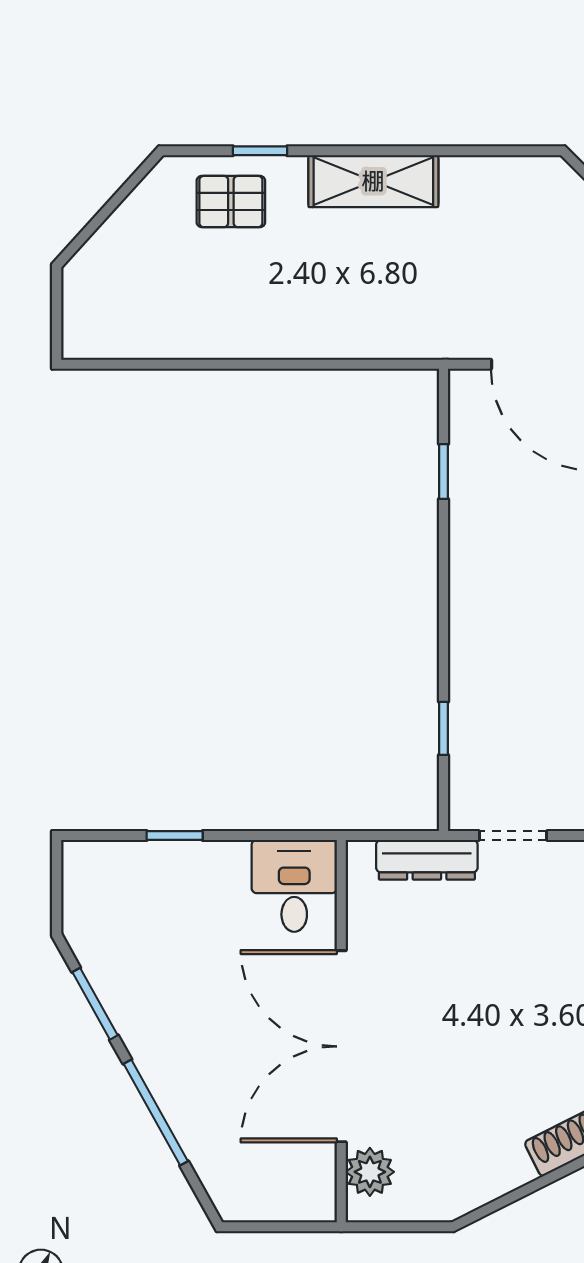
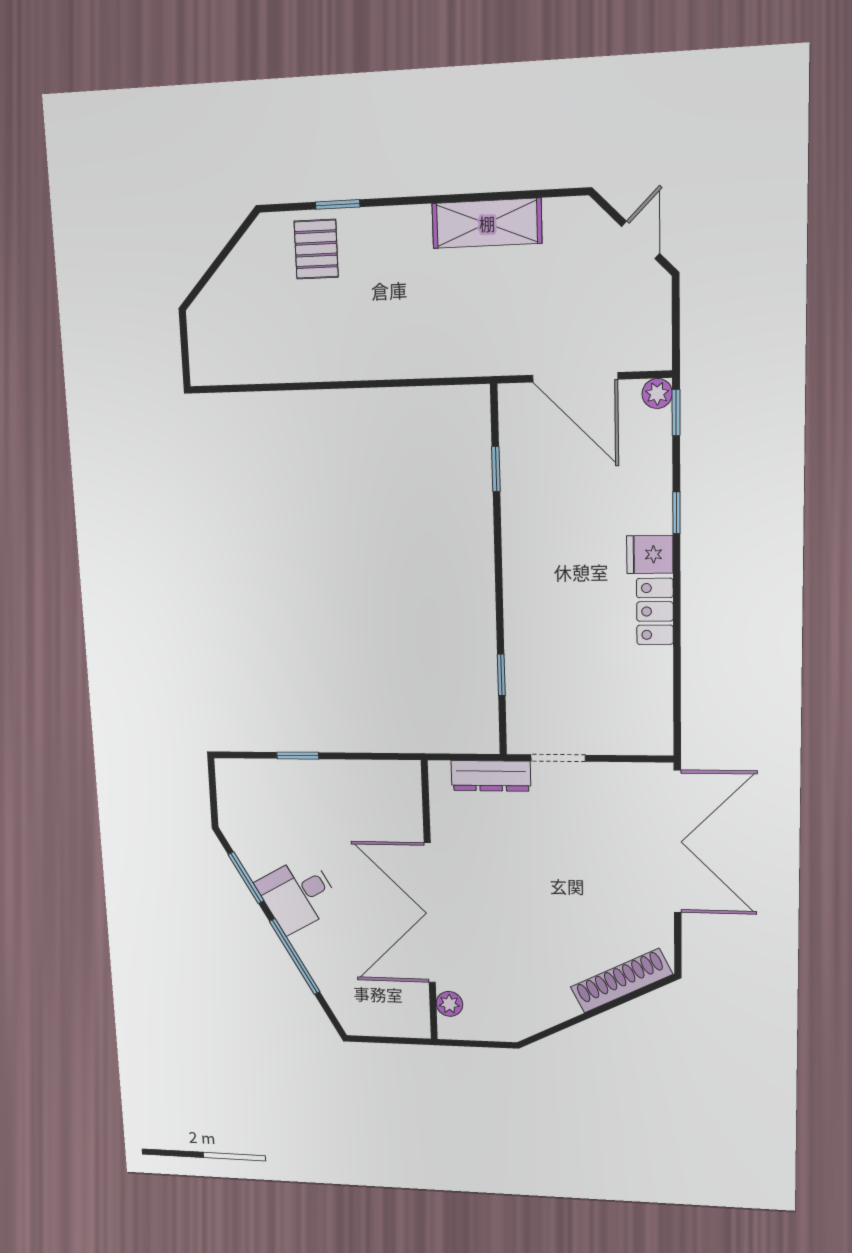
shelving: (373, 181) -> (487, 223), moved
pallet: (231, 202) -> (316, 249), turned 90
desk: (294, 886) -> (298, 895), moved, turned -119
plant: (370, 1172) -> (449, 1004), width x0.73, depth x0.73

